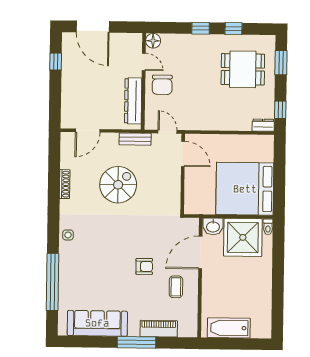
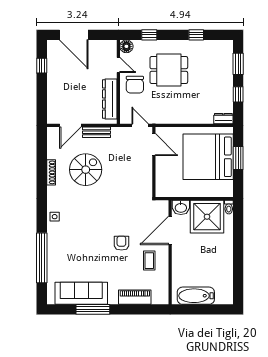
window: (201, 28) -> (149, 35), moved
dining table: (243, 69) -> (169, 70), moved
window: (280, 110) -> (238, 94), moved
bench: (135, 139) -> (96, 132), moved
window: (279, 171) -> (238, 158), added
spiral stairs: (118, 185) -> (86, 170), moved
bed: (245, 189) -> (208, 157), moved
armchair: (144, 266) -> (121, 243), turned -90
window: (136, 342) -> (93, 309), moved

